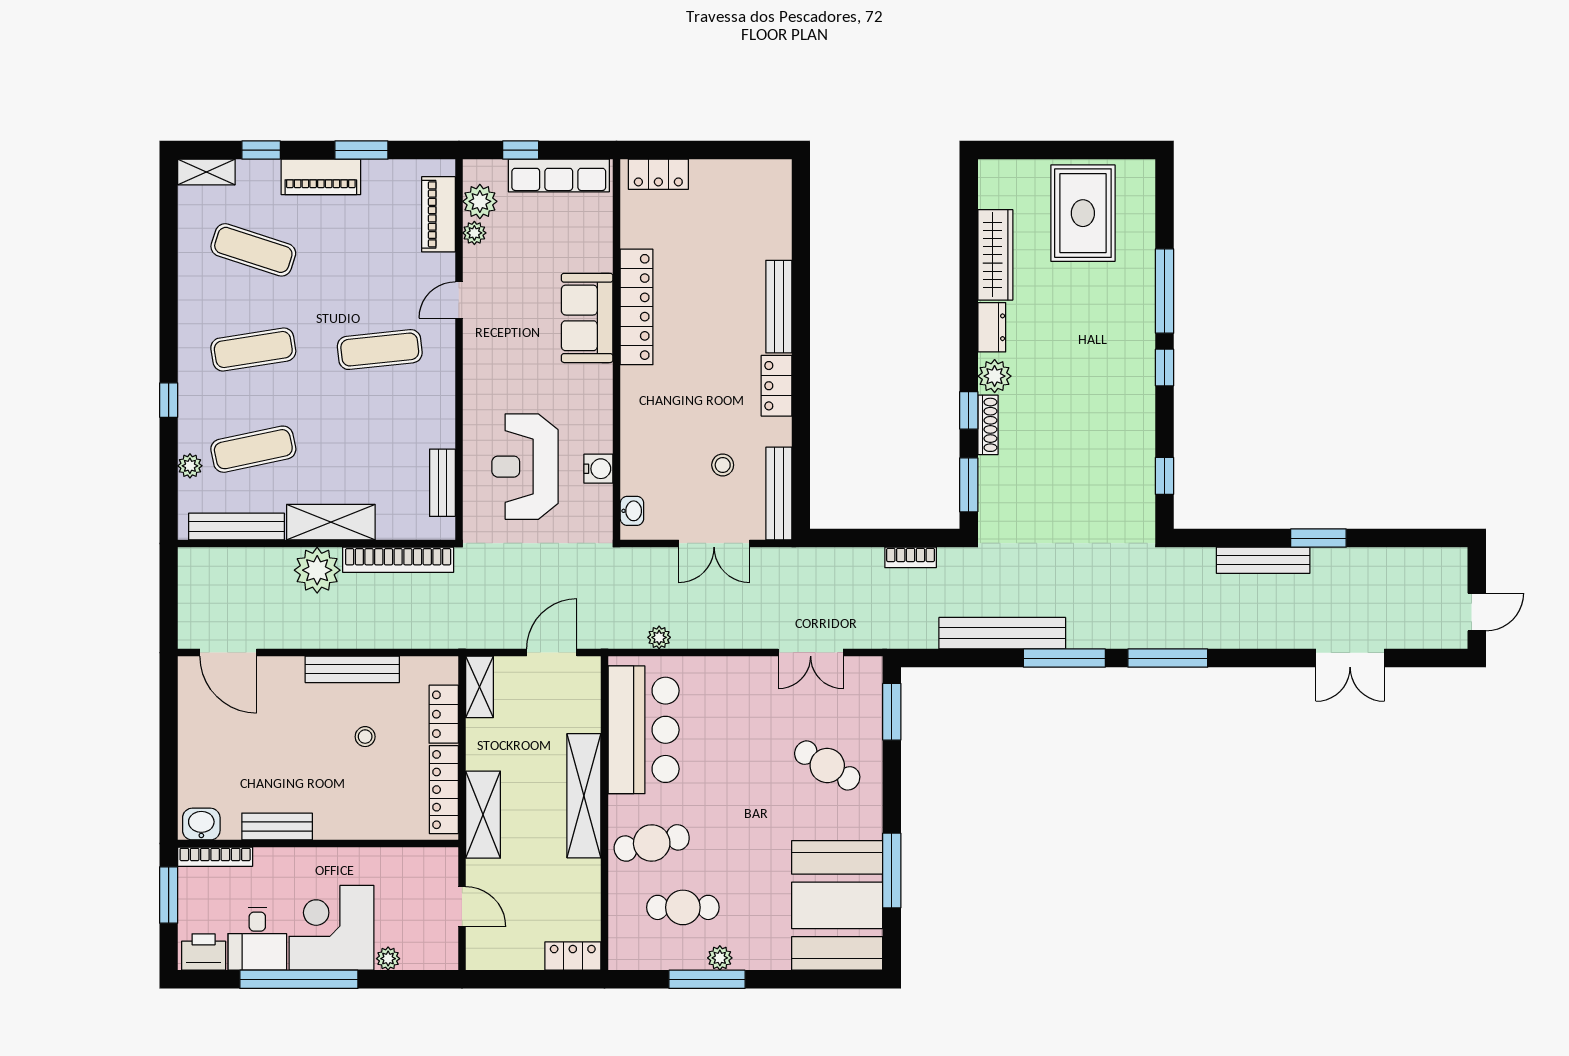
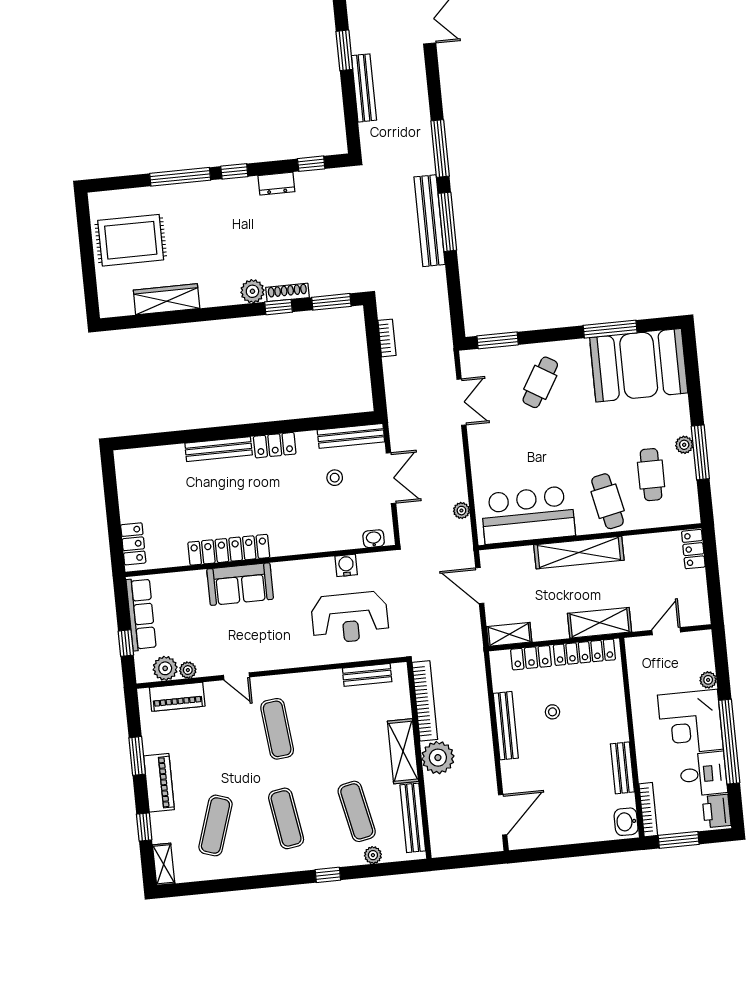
dresser: (992, 327) -> (276, 184), moved, turned 180
bench: (1002, 633) -> (429, 221), moved

